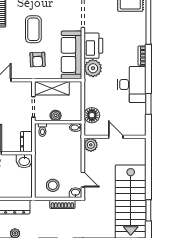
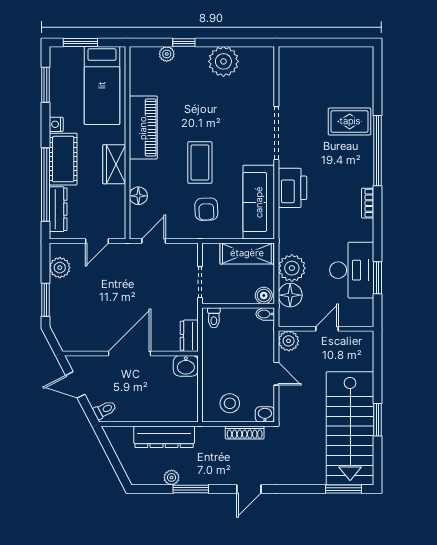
plant: (93, 68) -> (292, 268), moved
desk: (132, 84) -> (352, 270), moved
shelving: (52, 88) -> (247, 253), moved
boiler: (56, 115) -> (264, 296), moved
door: (116, 137) -> (327, 329), hinge flipped
door: (83, 180) -> (276, 374), moved
window: (148, 210) -> (377, 420), moved

